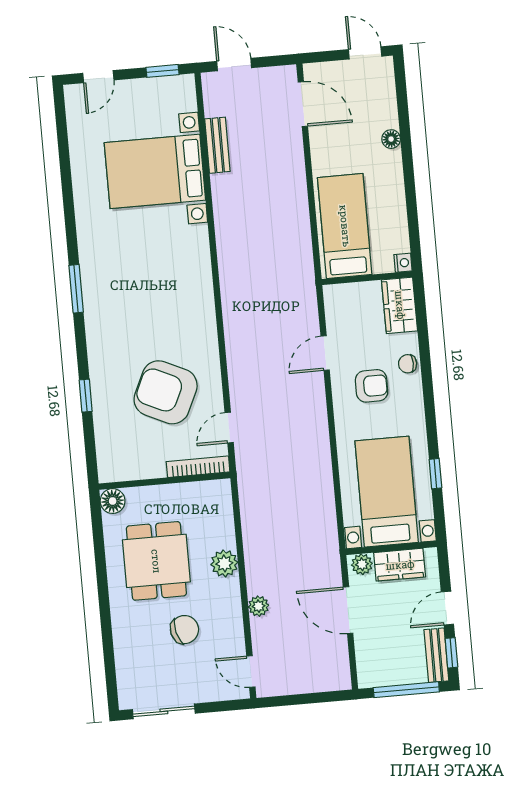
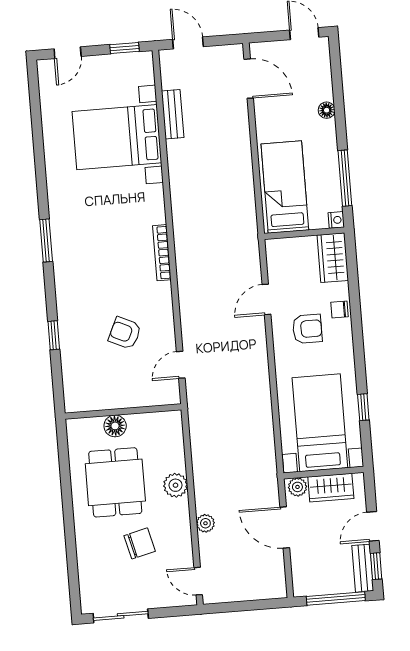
window: (412, 215) -> (345, 178), added
armchair: (166, 392) -> (125, 333), width x0.53, depth x0.53
bookcase: (198, 467) -> (162, 253), moved, turned -90
floor lamp: (113, 501) -> (115, 426), moved

